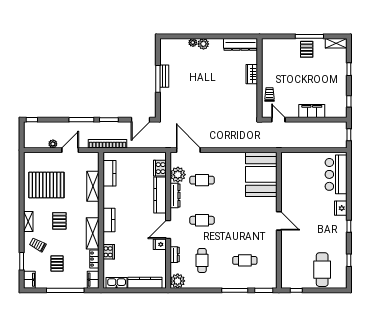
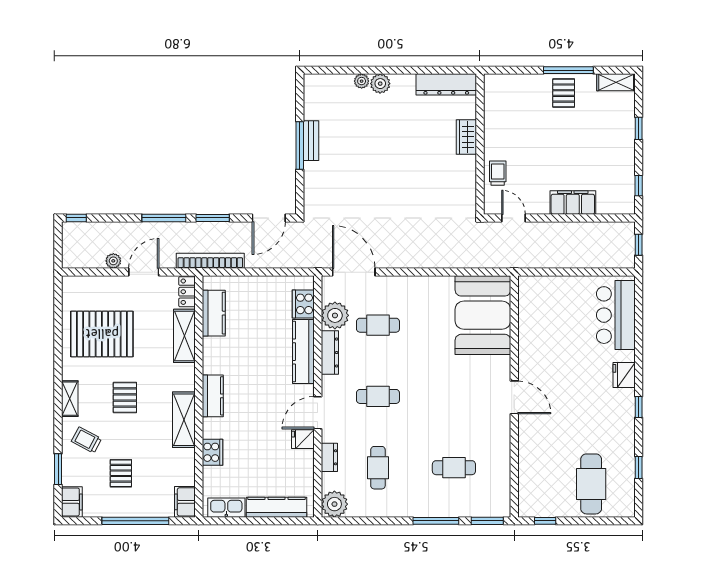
locker: (94, 259) -> (187, 292), moved

